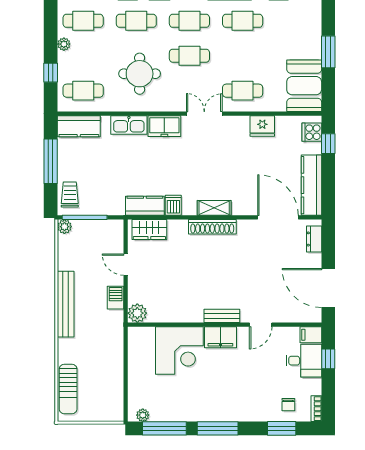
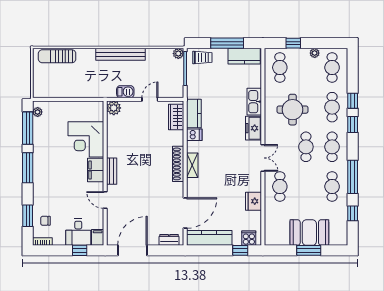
booth: (304, 86) -> (309, 233), moved
kitchen counter: (79, 126) -> (244, 56), moved, turned -90

